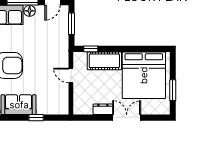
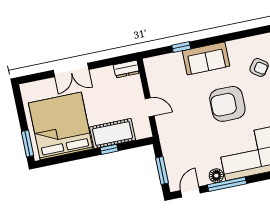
window: (91, 49) -> (109, 149), moved
window: (173, 90) -> (28, 143), moved
dresser: (103, 109) -> (126, 69), moved

